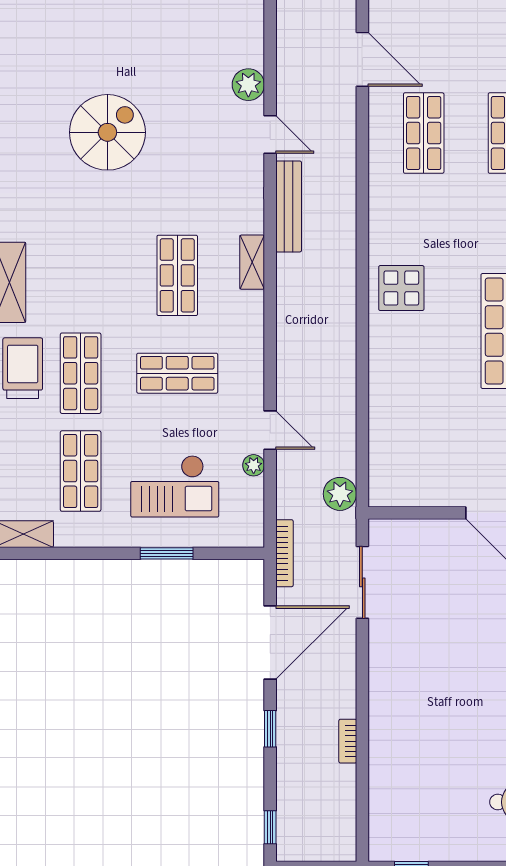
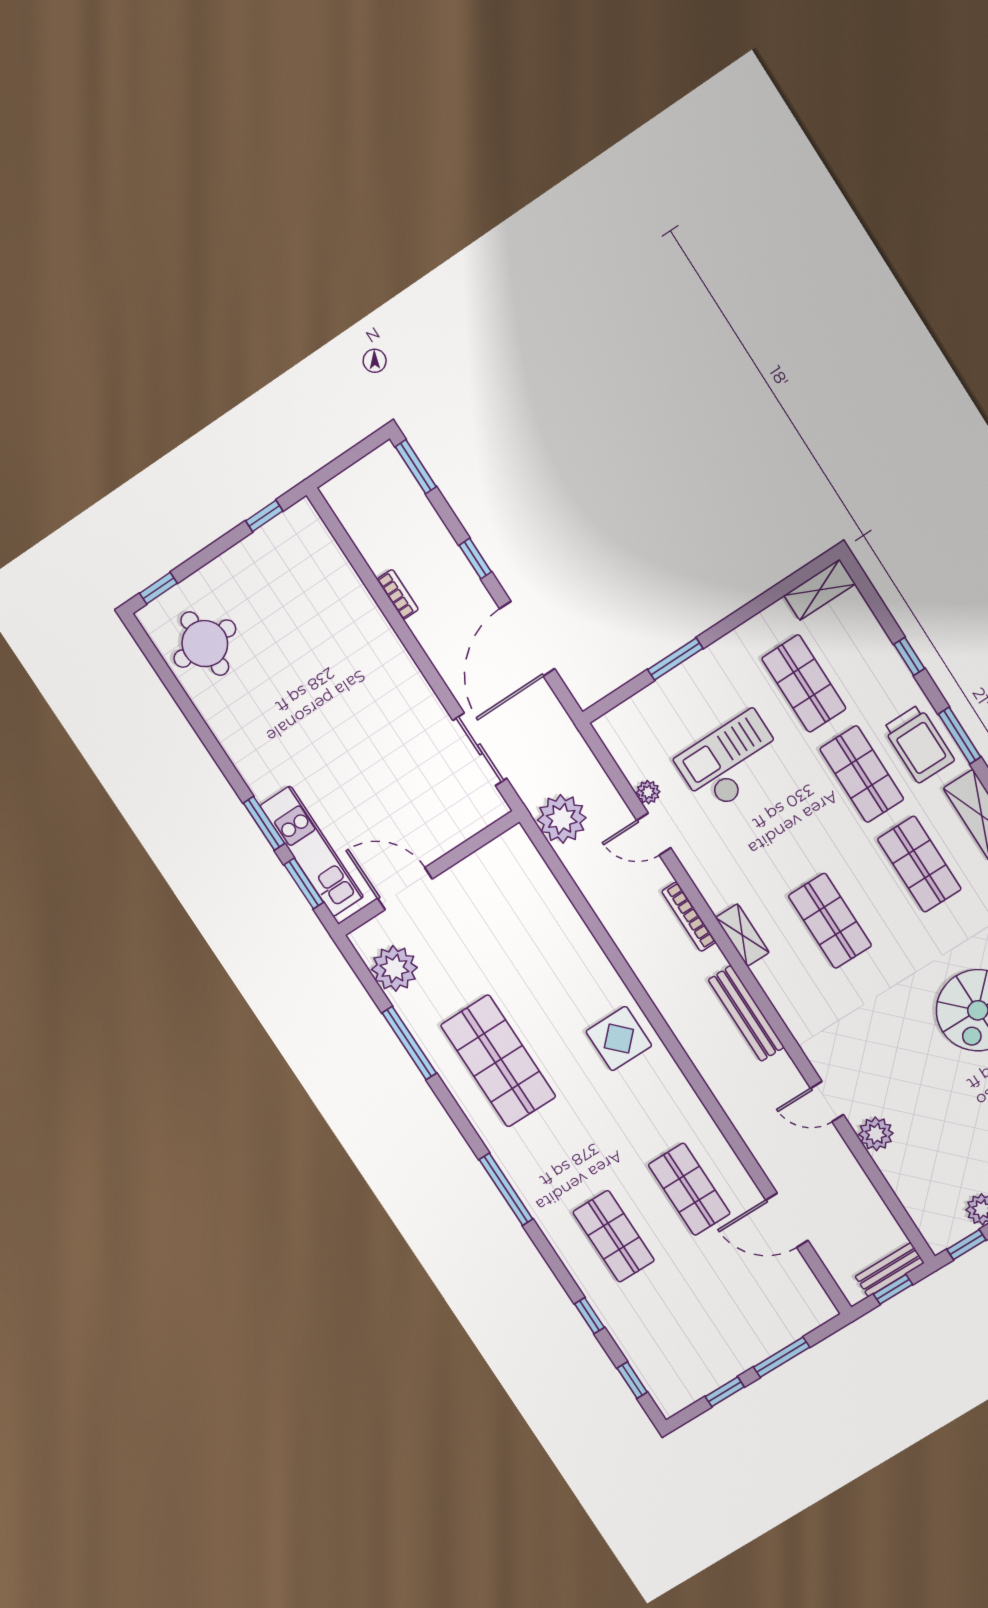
bench: (289, 206) -> (746, 1013), moved
shelving: (252, 262) -> (742, 935), moved
shop shelf: (177, 373) -> (919, 864), moved, turned 90
checkout: (175, 486) -> (731, 761), moved
plant: (340, 494) -> (562, 819), width x1.36, depth x1.36
bookcase: (284, 553) -> (689, 917), moved
window: (270, 827) -> (416, 467), width x1.50

